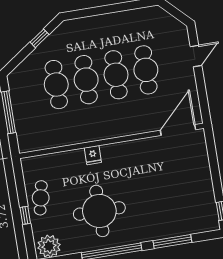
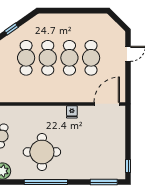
window: (40, 38) -> (11, 29), moved
fridge: (93, 155) -> (72, 112), moved
window: (172, 242) -> (104, 182), moved

